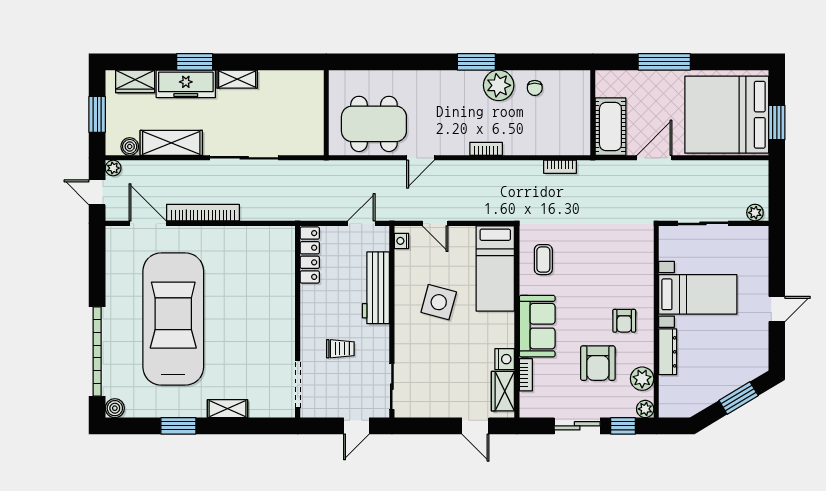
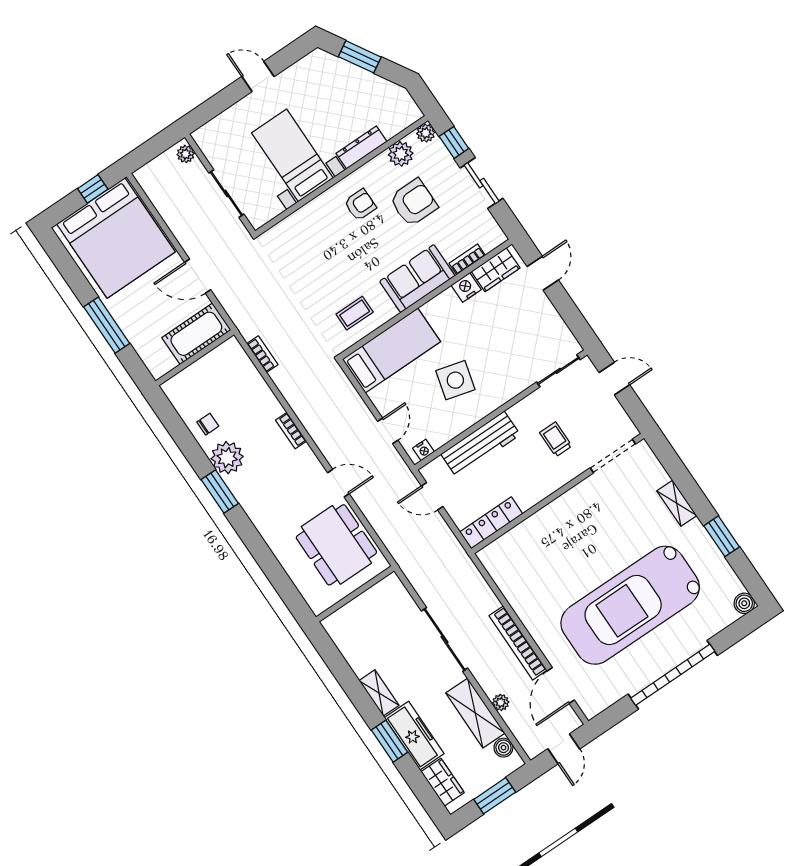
window: (777, 123) -> (93, 189), width x0.67
plant: (113, 168) -> (501, 702), moved
garage door: (97, 352) -> (673, 675), moved

